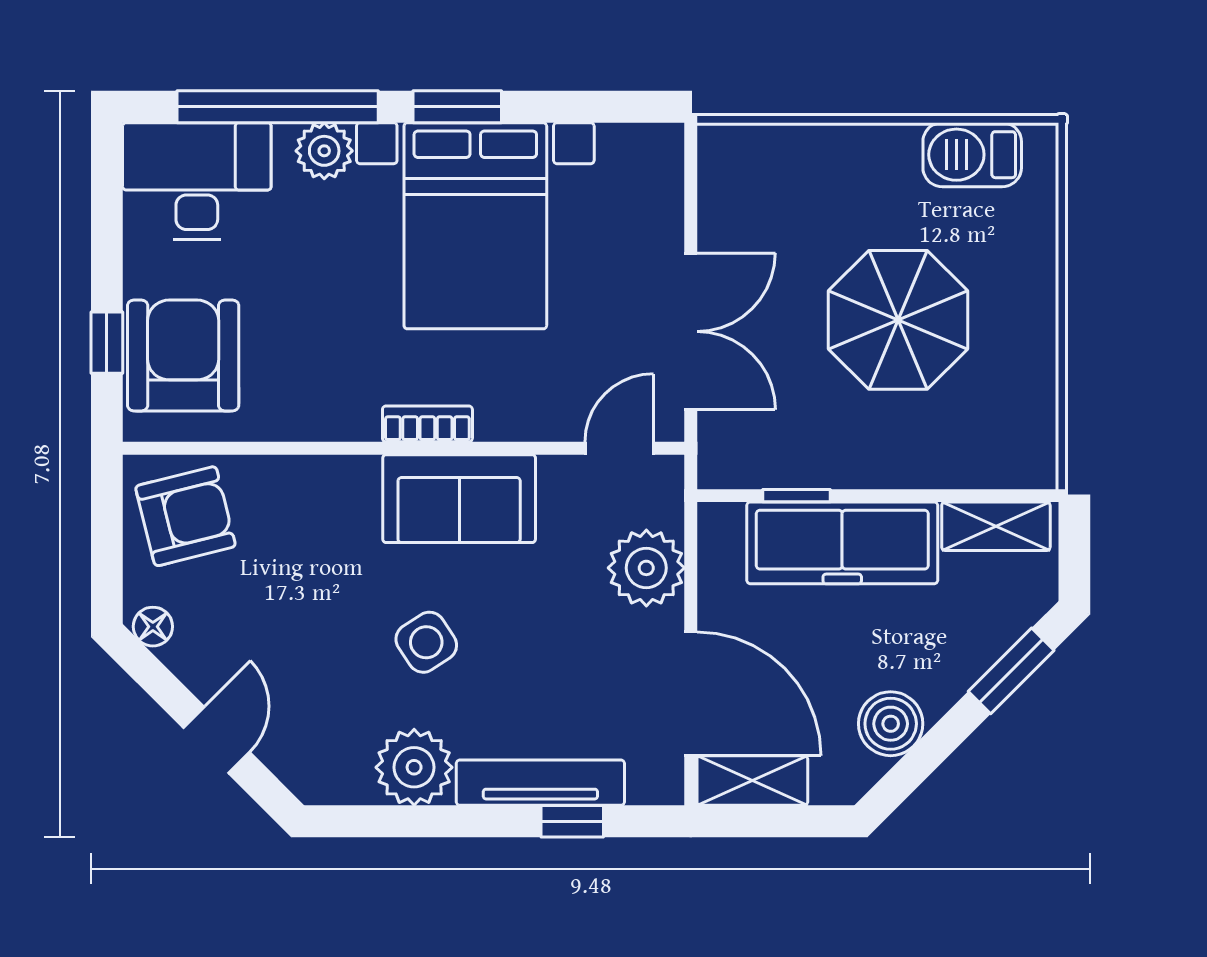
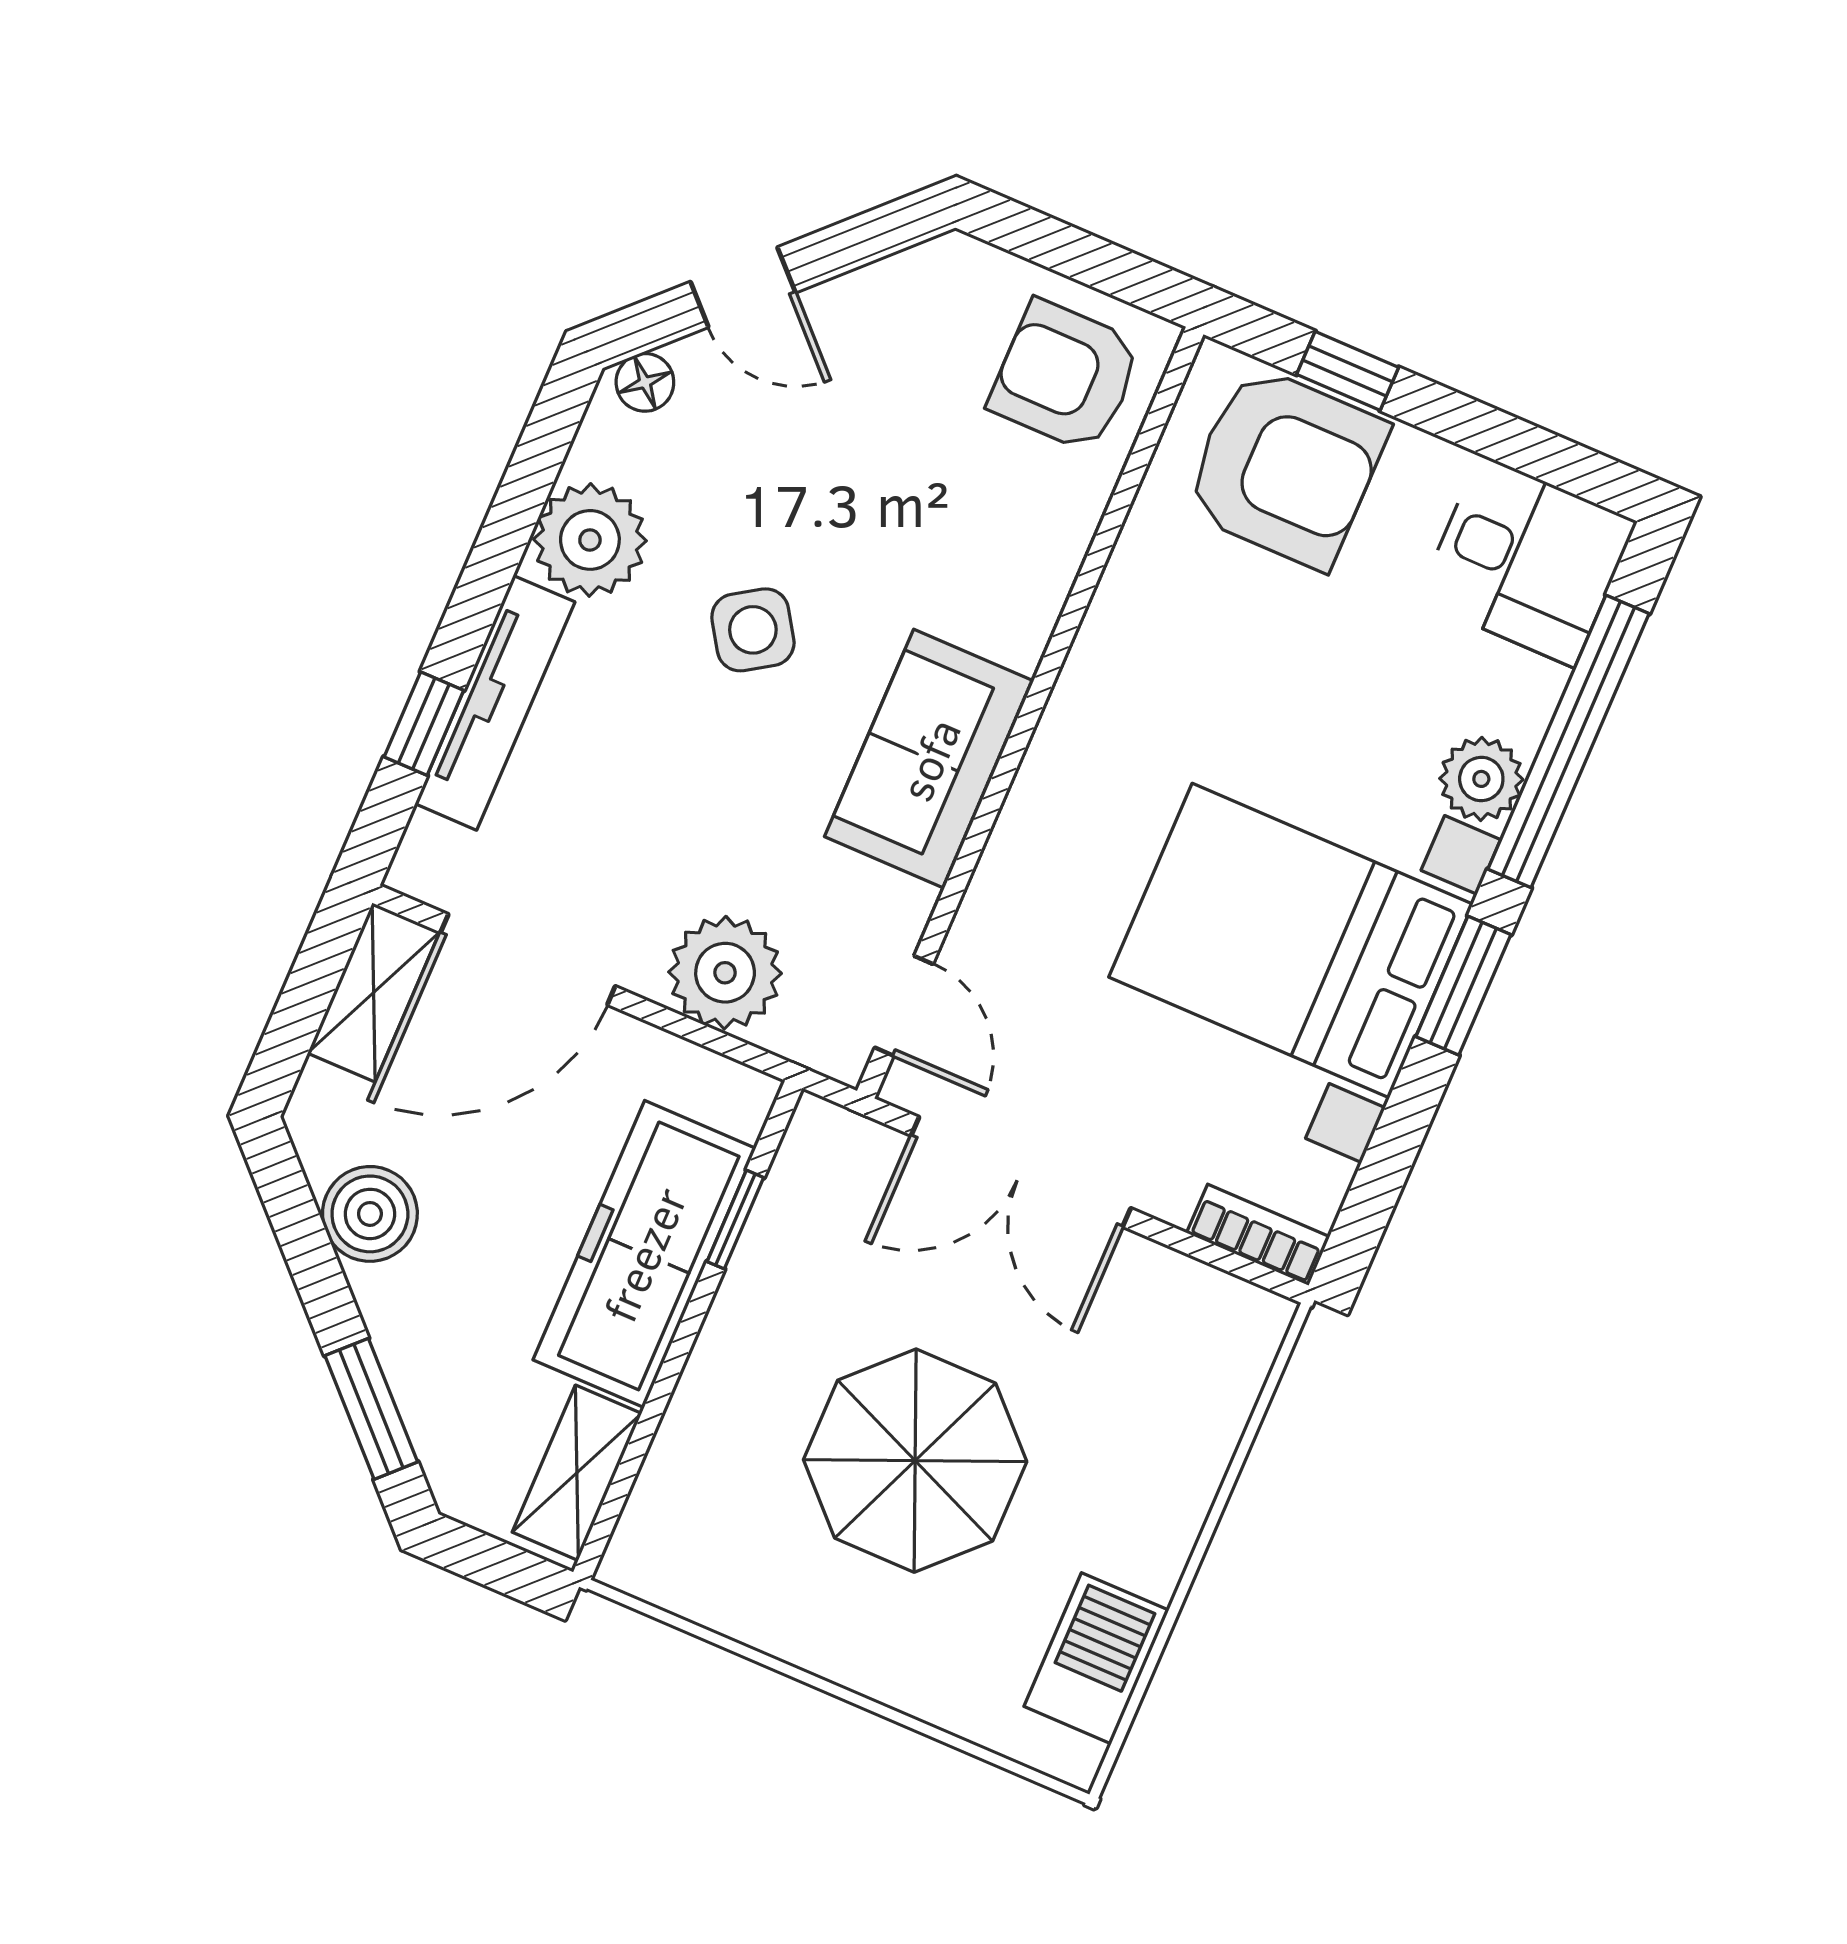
desk: (197, 181) -> (1527, 561), width x0.73
bookcase: (427, 424) -> (1258, 1235), moved, turned -90
armchair: (185, 516) -> (1065, 376), turned 104
floor lamp: (153, 627) -> (645, 382), moved

